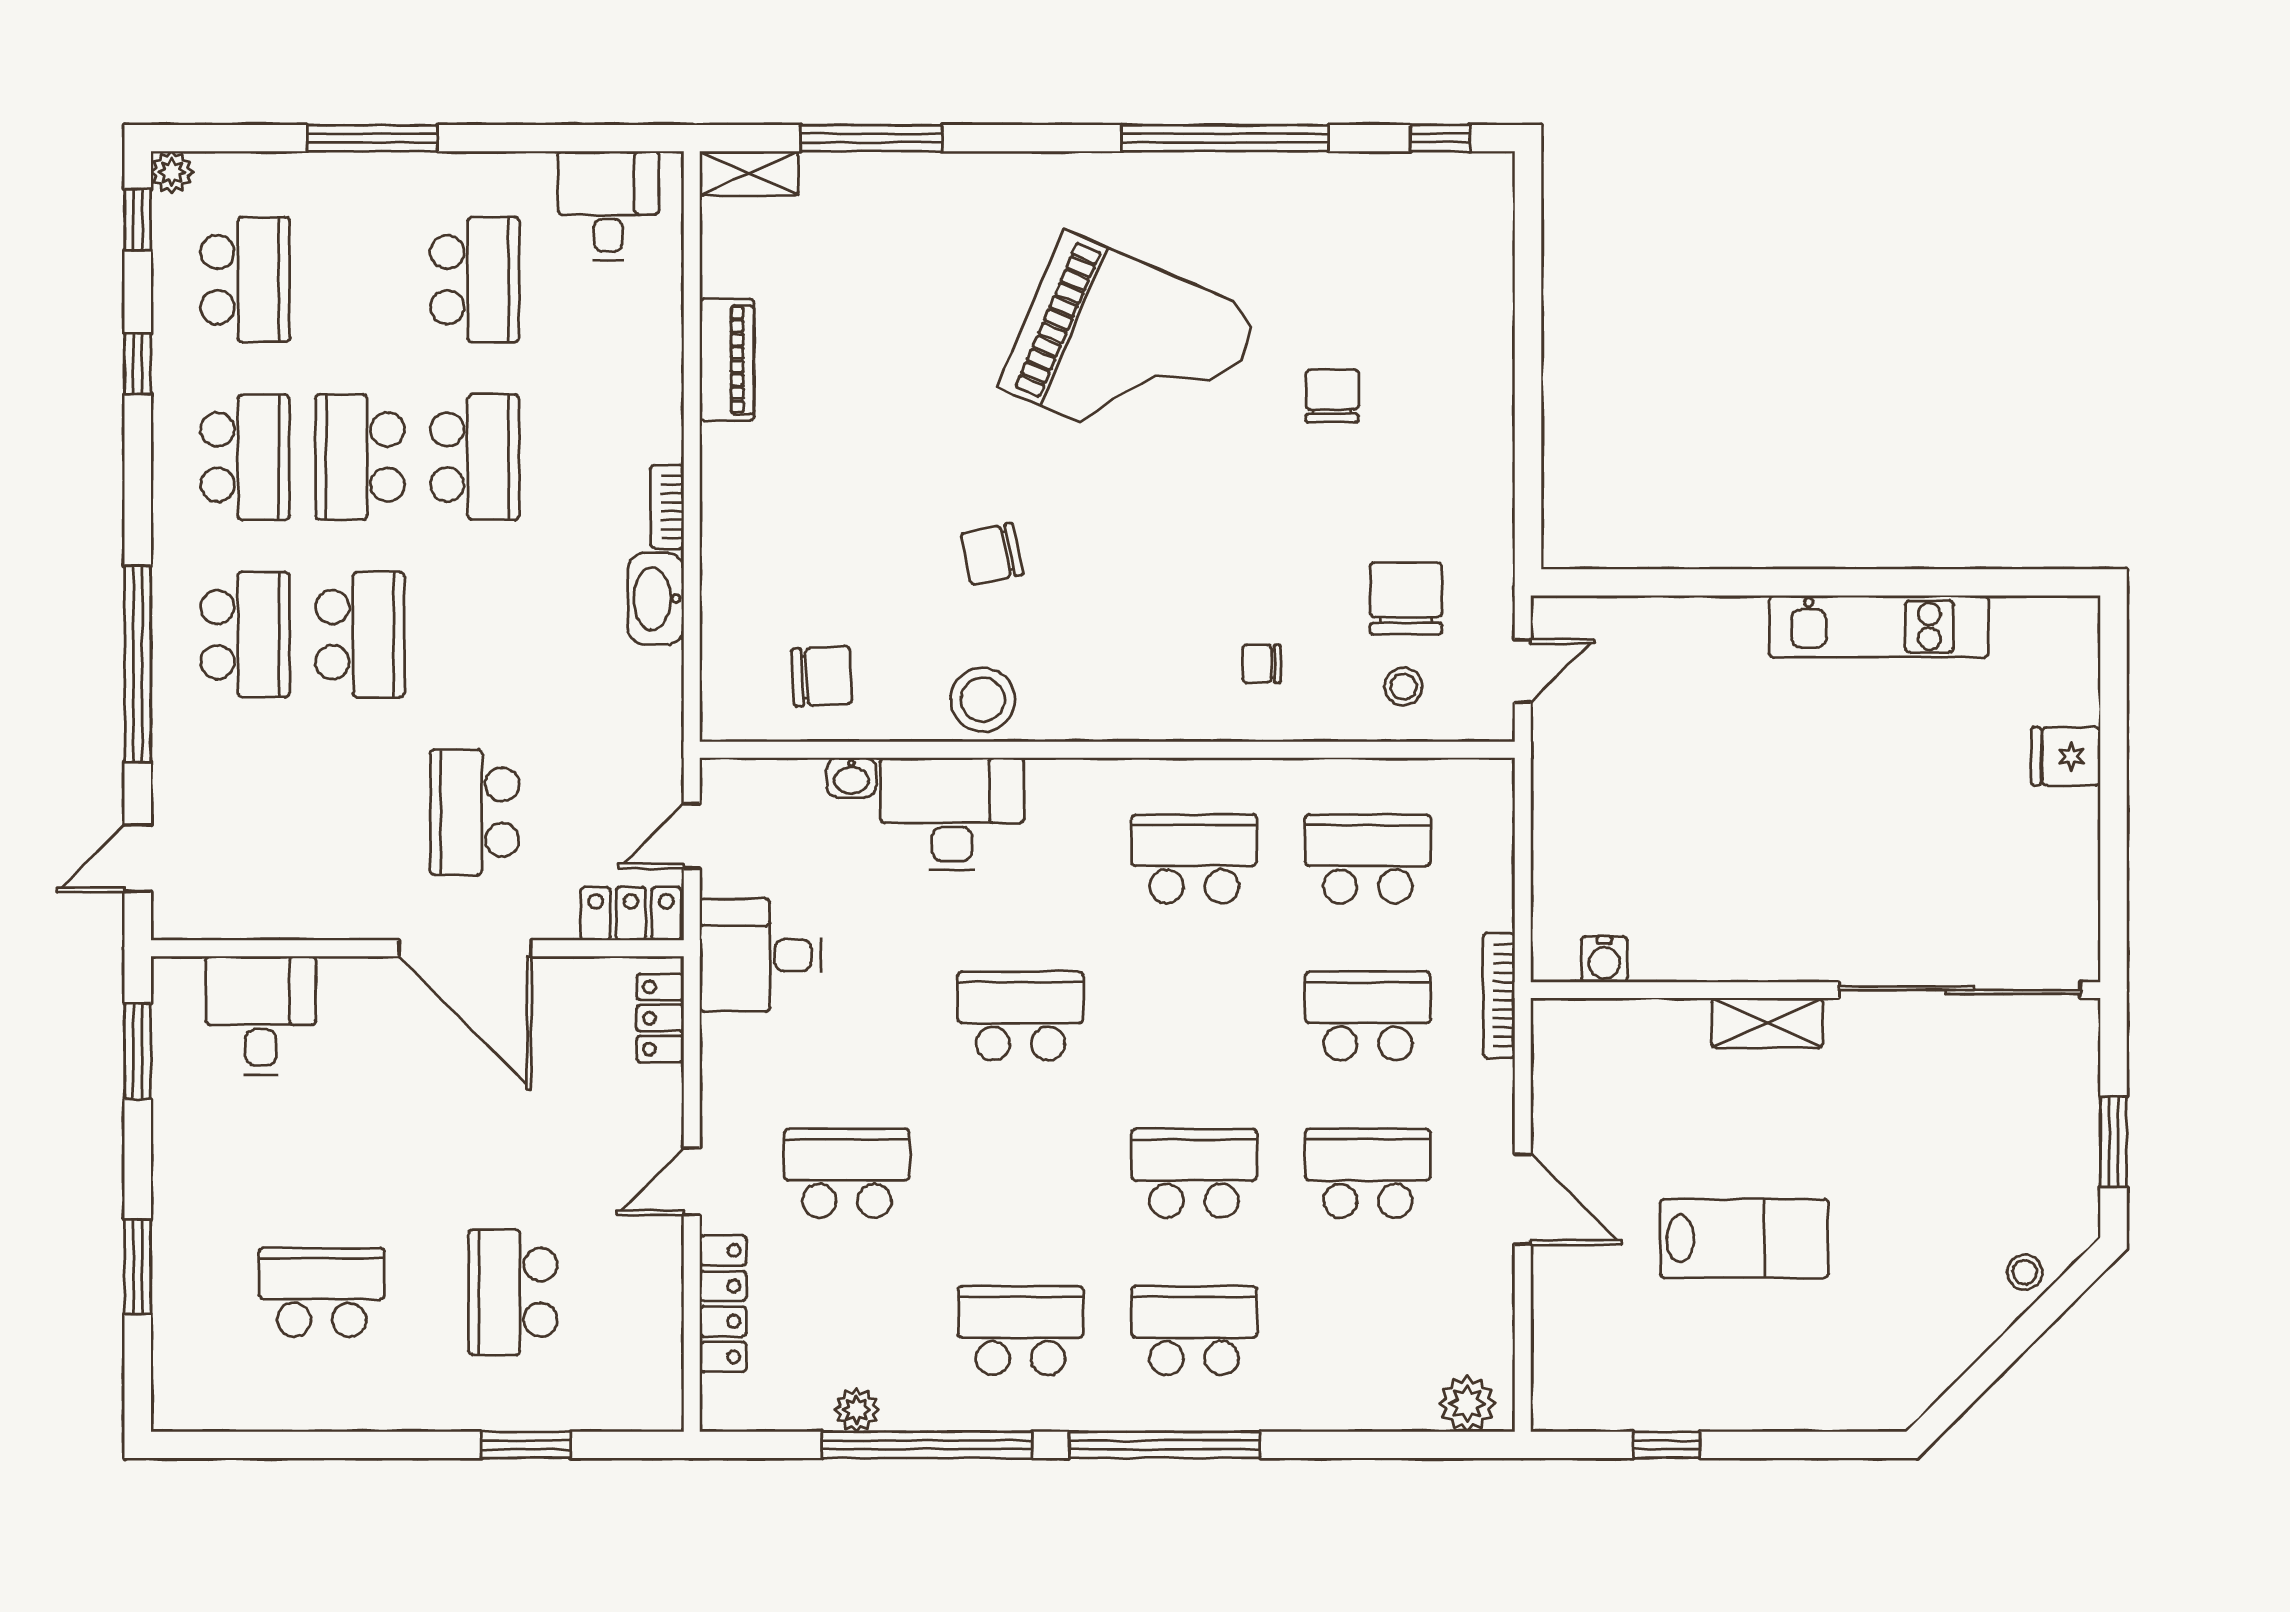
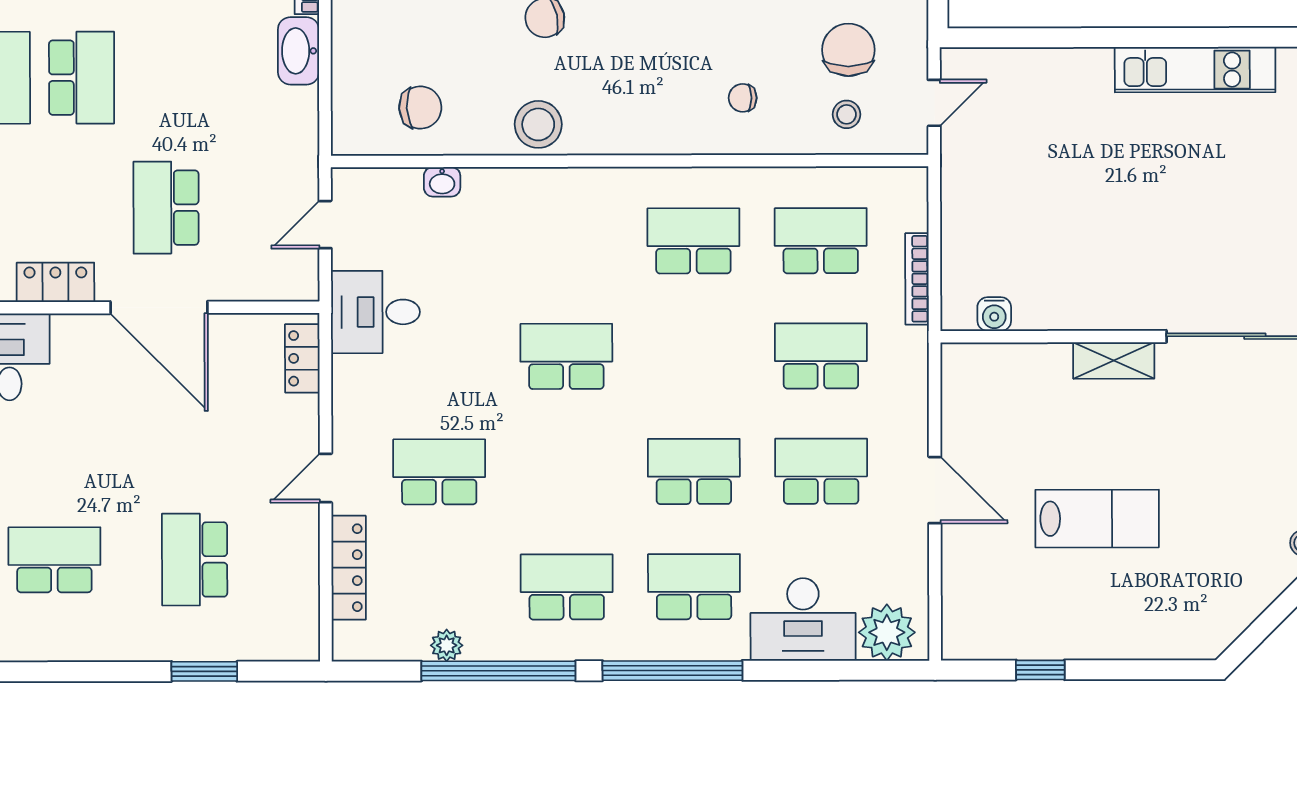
desk: (952, 814) -> (803, 619), moved, turned 180
locker: (631, 914) -> (55, 282), moved
bookcase: (1499, 995) -> (917, 279), moved
plant: (1467, 1404) -> (887, 632), width x1.36, depth x1.36

